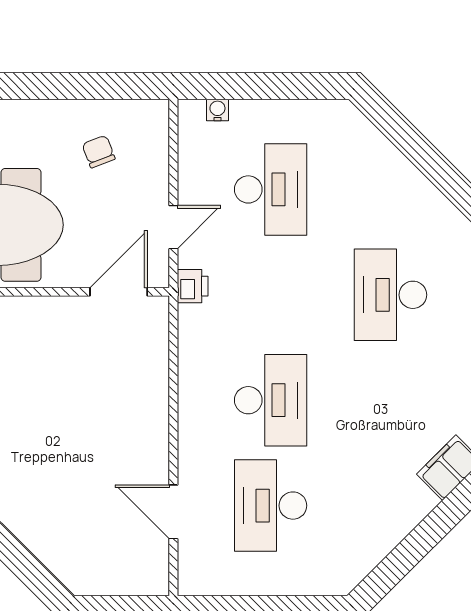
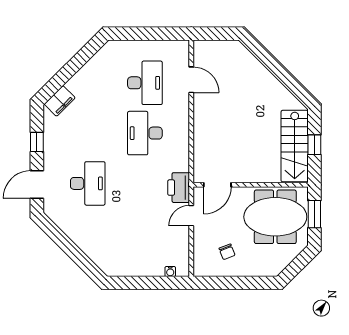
desk: (271, 189) -> (145, 234), removed
printer: (193, 286) -> (179, 188), width x1.87, depth x1.48

